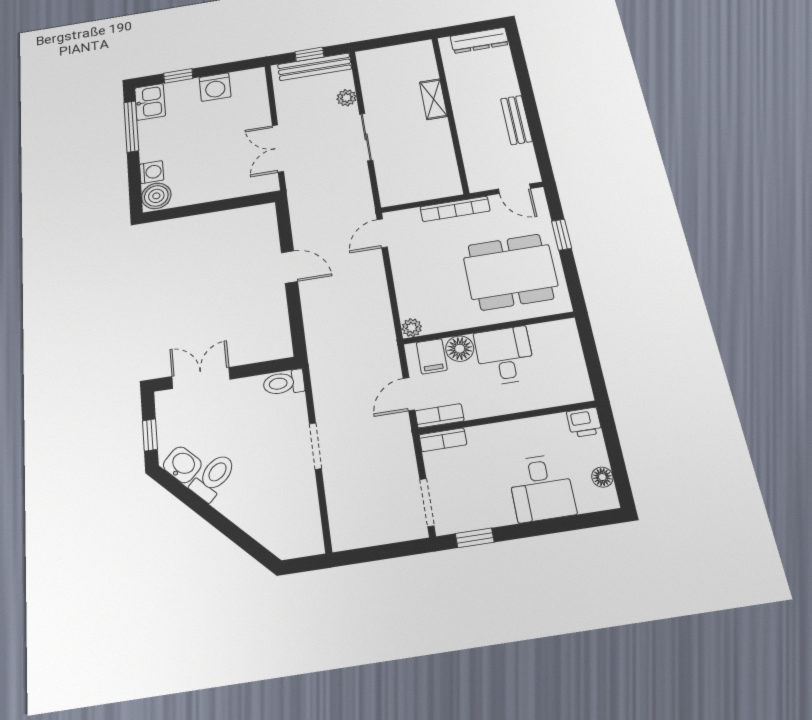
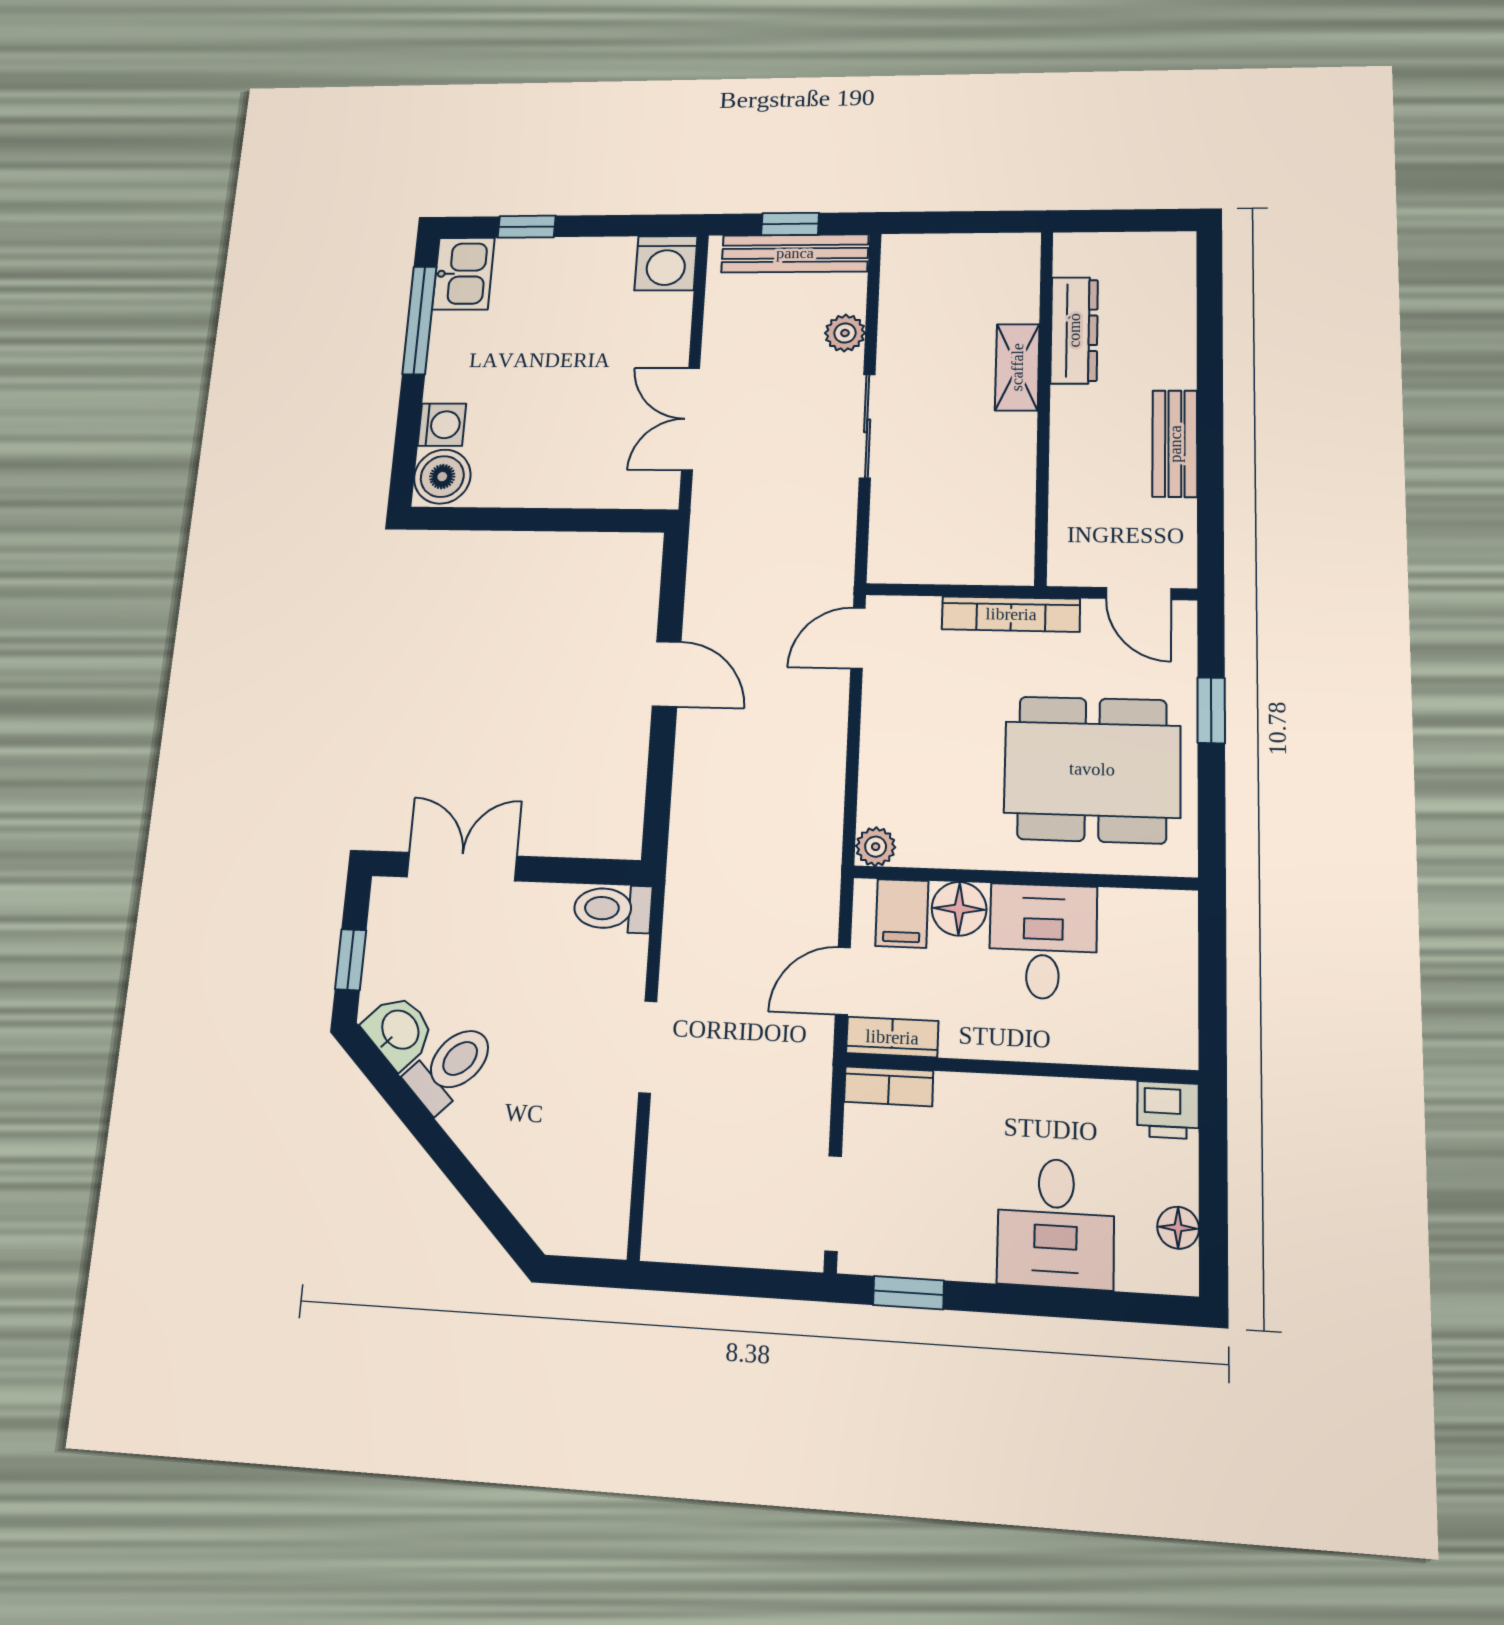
dresser: (479, 40) -> (1074, 330), moved, turned -90
washing machine: (215, 87) -> (666, 263), moved

